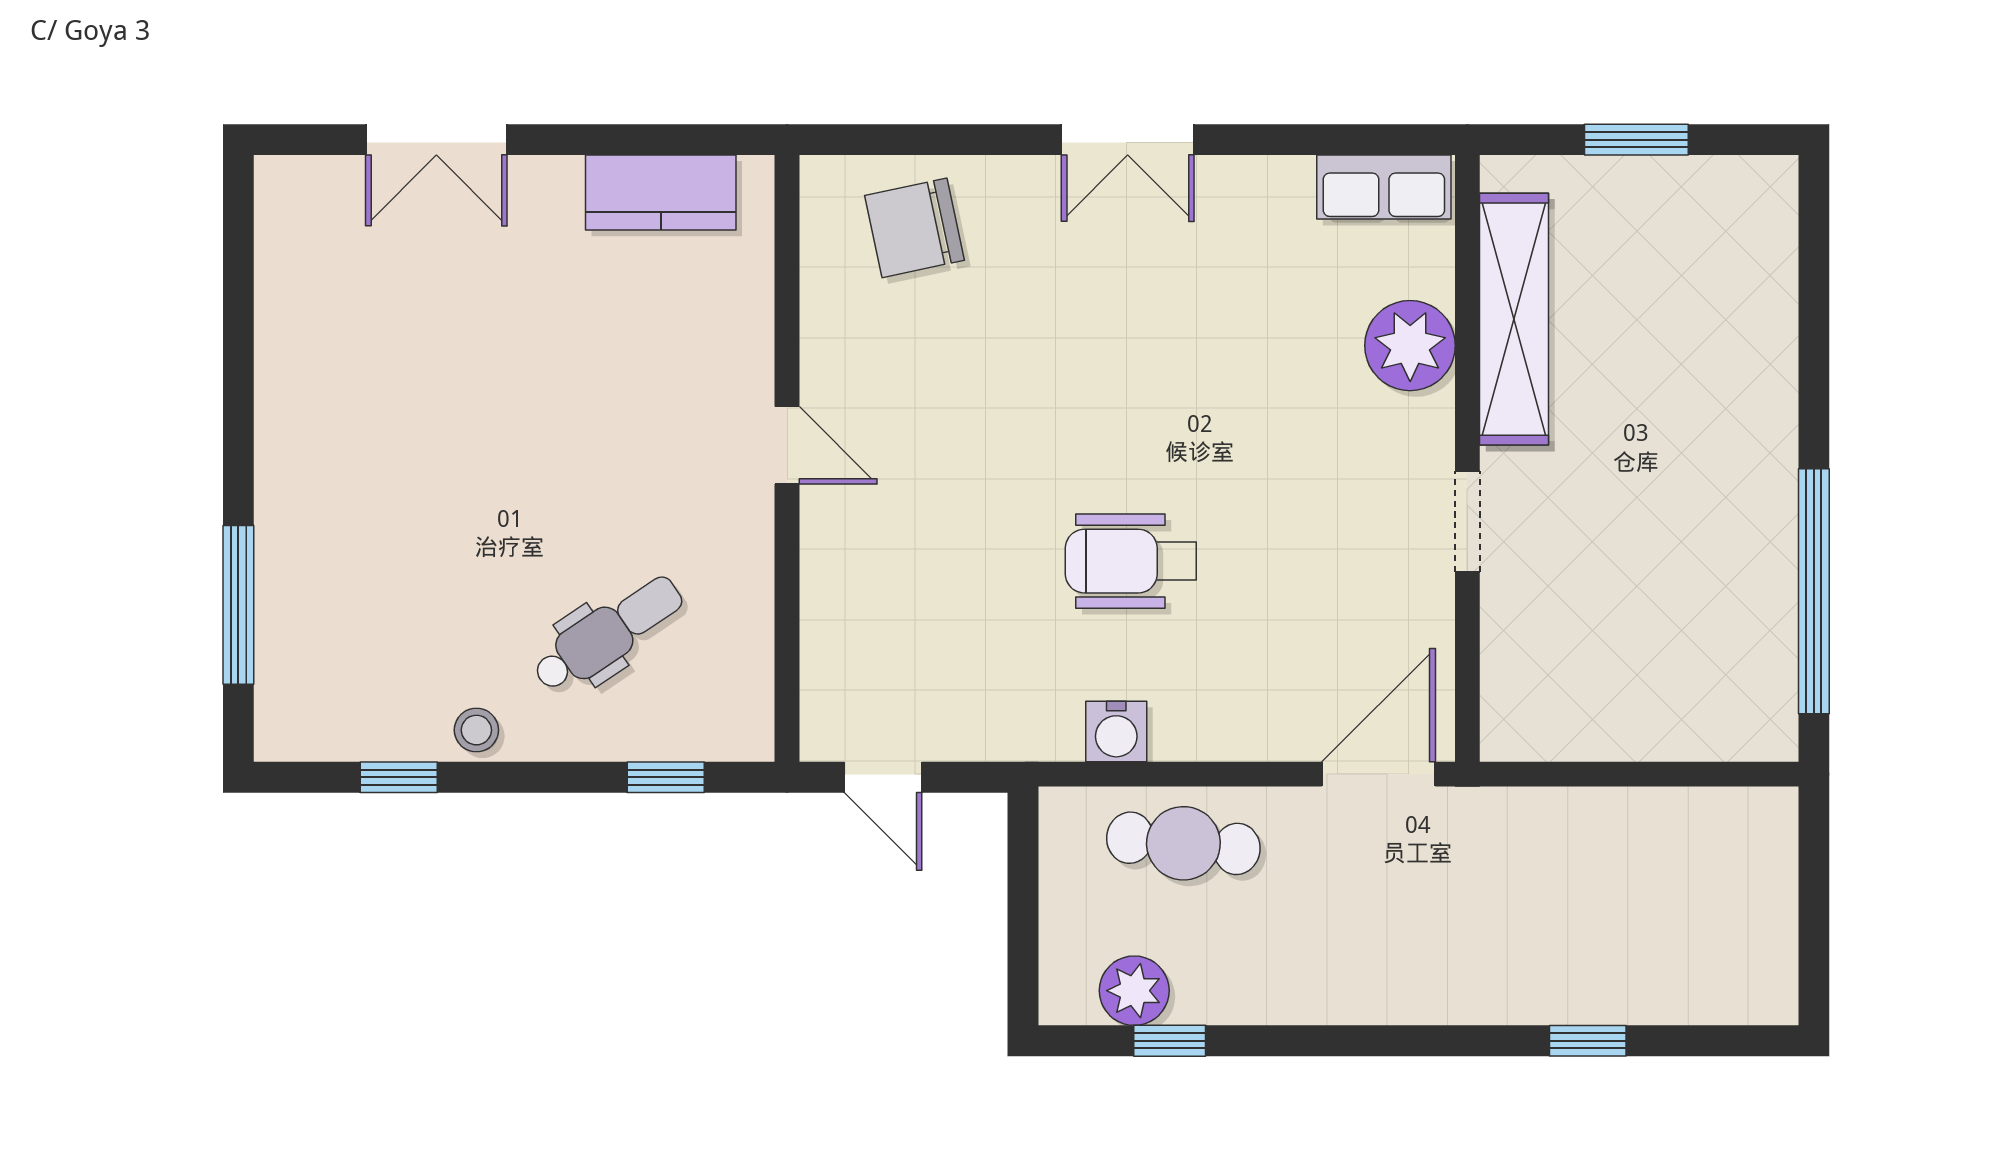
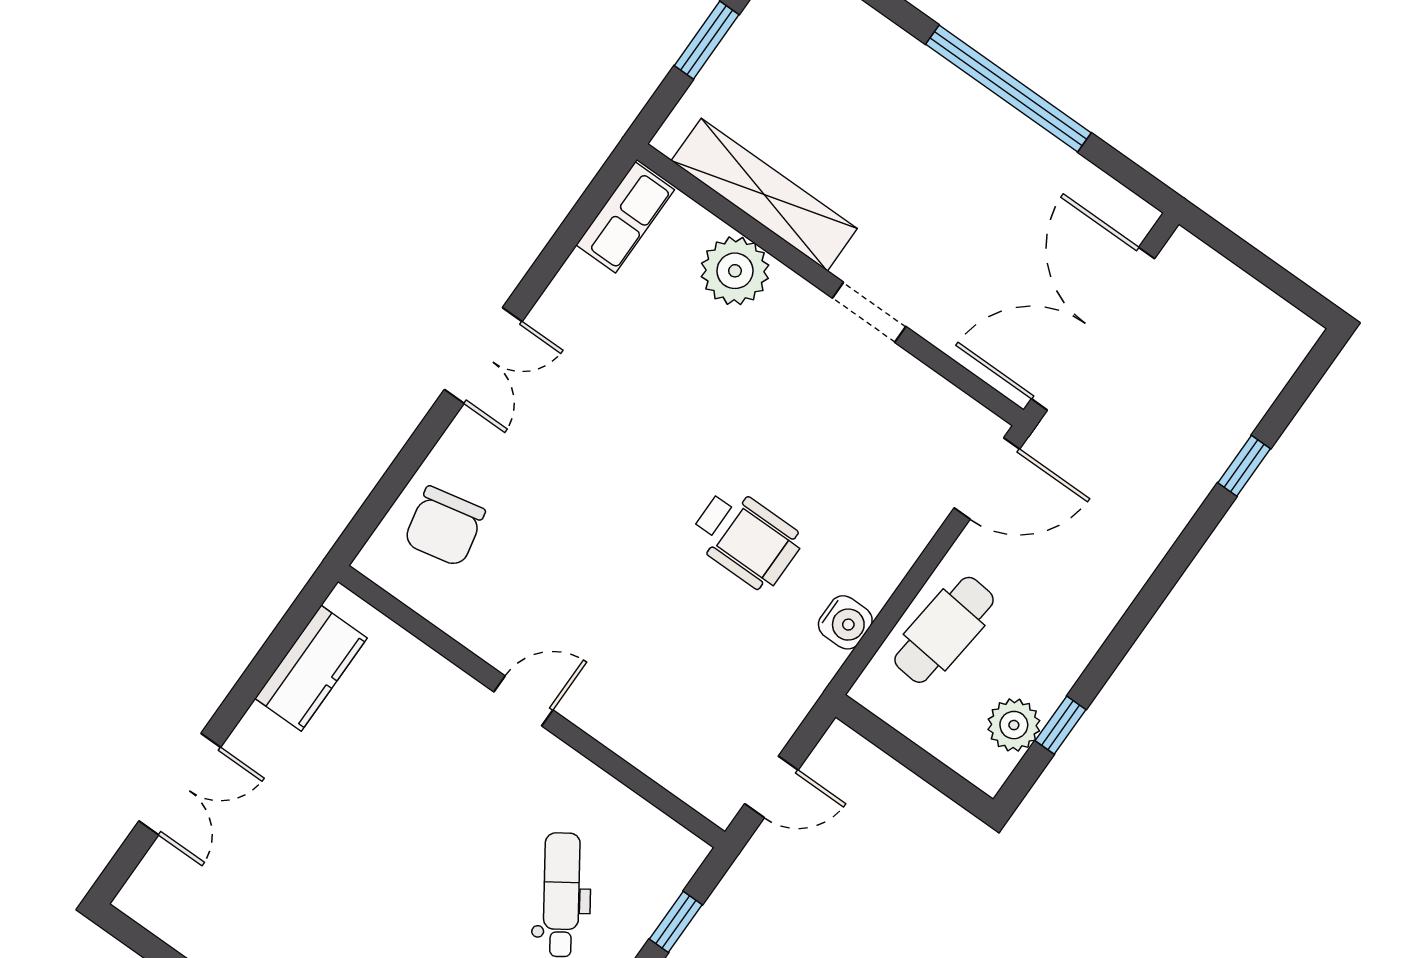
wheelchair: (1131, 561) -> (746, 539), turned -90
window: (1814, 591) -> (1008, 89), moved
door: (1378, 774) -> (987, 479), swing flipped
double door: (1620, 774) -> (1093, 329), added

